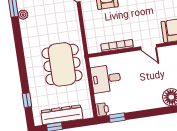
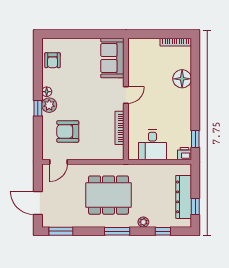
plant: (23, 15) -> (143, 222), moved
window: (21, 58) -> (117, 231), added
dining table: (62, 64) -> (109, 195), moved

